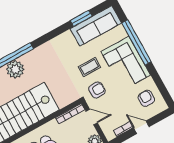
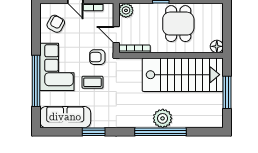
window: (81, 18) -> (94, 132), moved
armchair: (146, 98) -> (56, 24), turned -152

